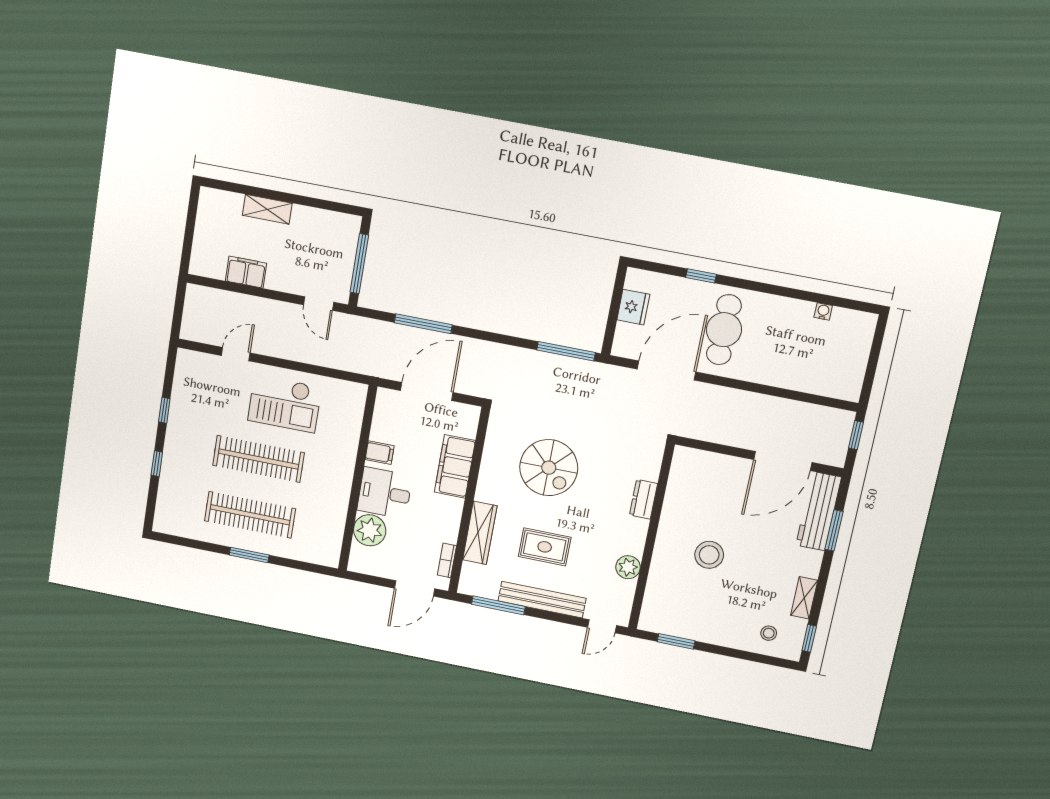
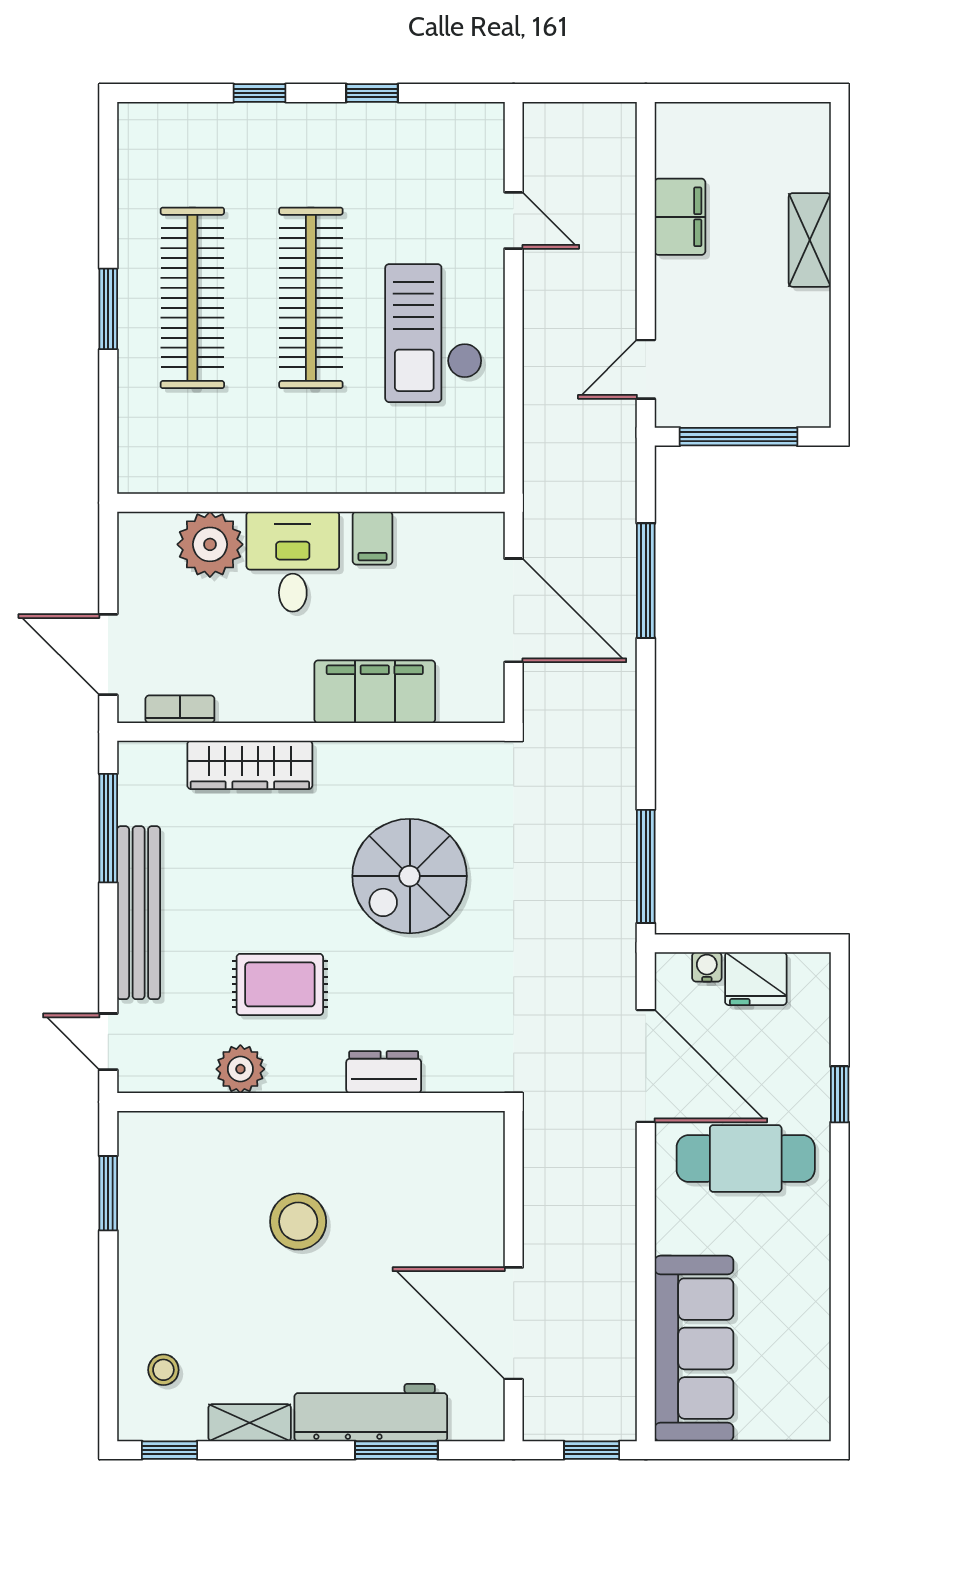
water cooler: (823, 311) -> (707, 967), moved, turned -90
sofa: (815, 374) -> (694, 1349), added
workbench: (819, 511) -> (371, 1413), moved
rug: (545, 547) -> (280, 984), moved, turned 90

